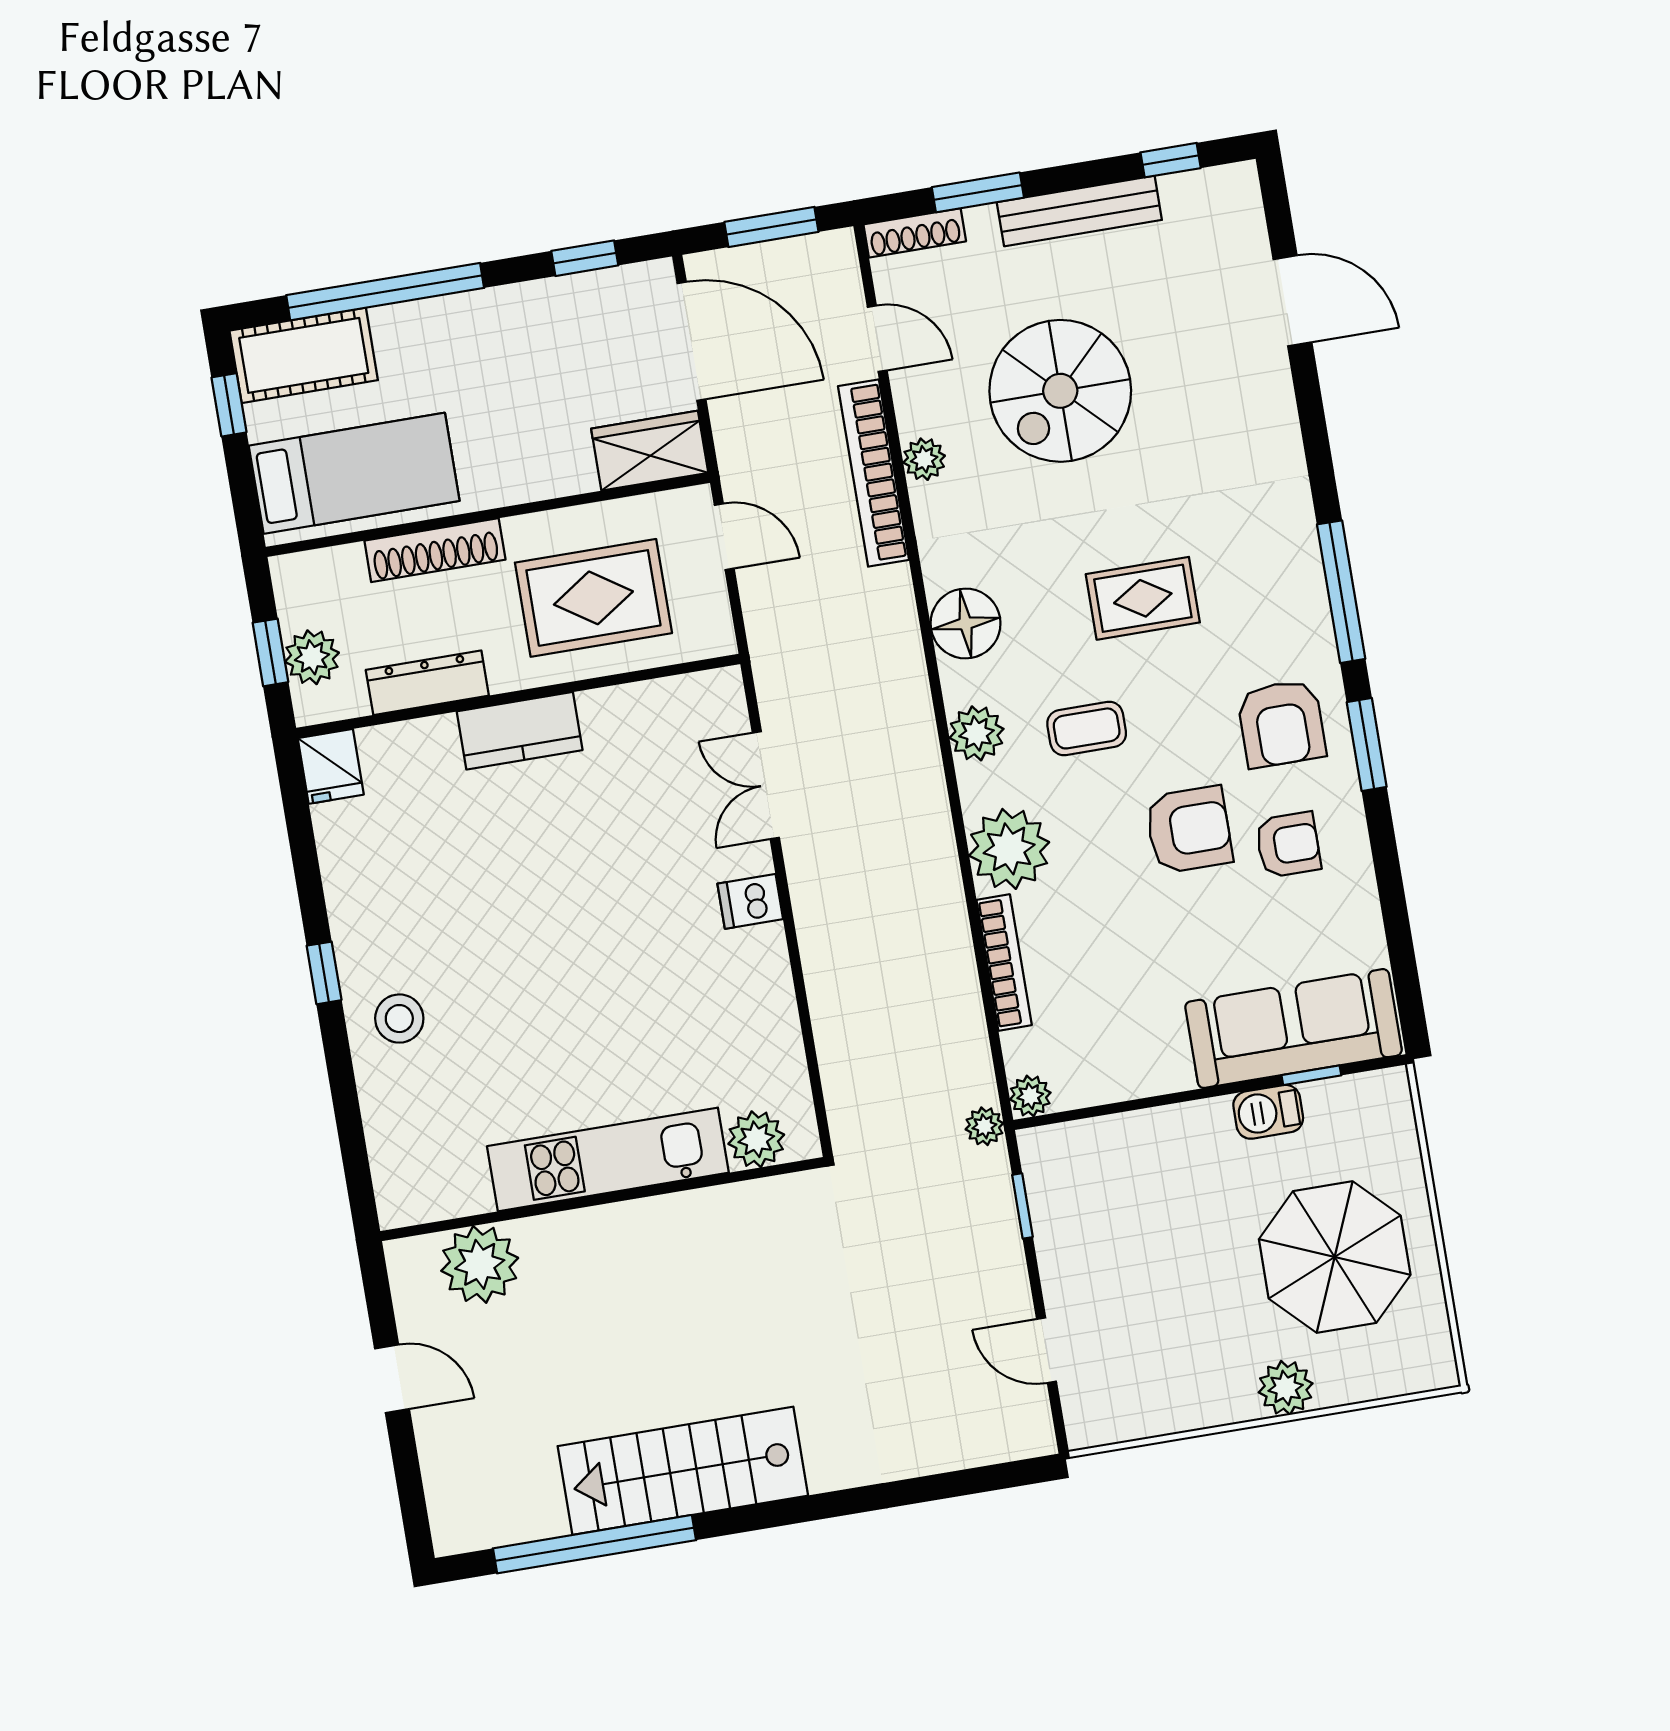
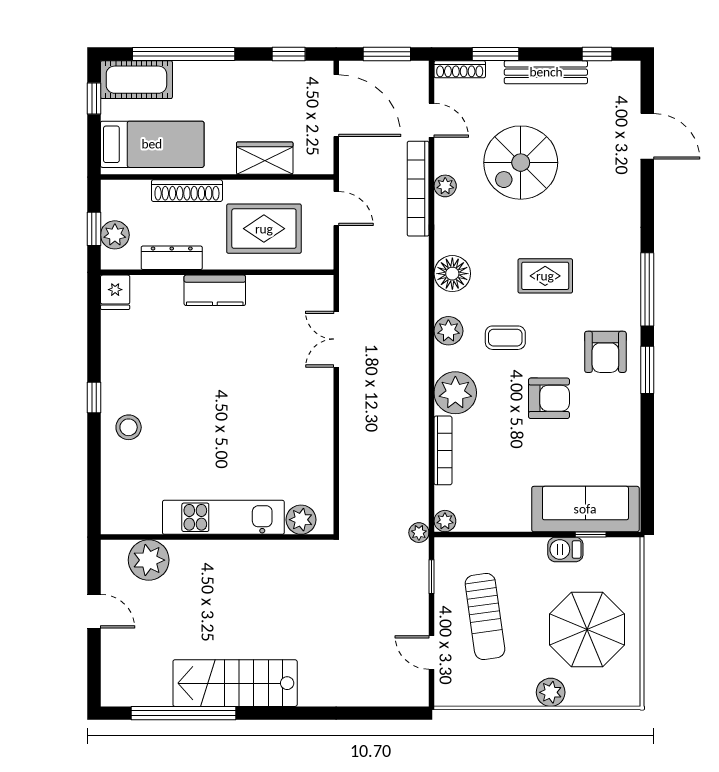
wardrobe: (650, 451) -> (265, 158), moved
armchair: (1288, 845) -> (598, 414), removed
dishwasher: (750, 901) -> (318, 397), removed
sun lounger: (1137, 1265) -> (485, 616), added

